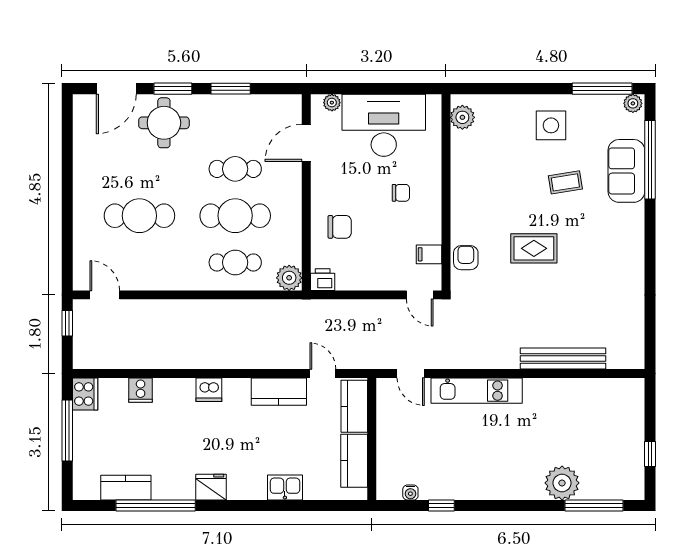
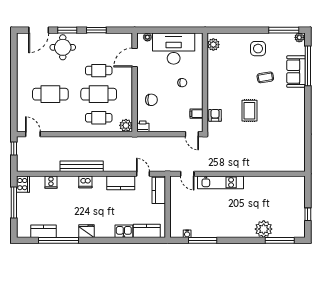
rug: (534, 248) -> (249, 111), turned 90
bench: (563, 359) -> (82, 166), moved
kitchen counter: (354, 461) -> (147, 231), moved, turned 90
window: (441, 506) -> (203, 240), width x2.17

